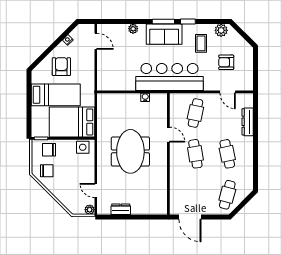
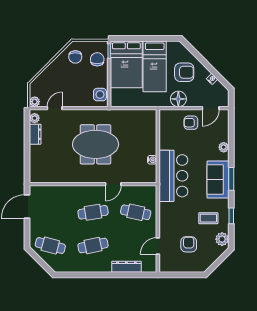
window: (188, 21) -> (231, 216), moved
armchair: (110, 60) -> (191, 123), added
floor lamp: (87, 72) -> (178, 99), added
bar counter: (169, 77) -> (173, 176), width x0.73
bed: (72, 122) -> (126, 64), moved, turned 180
plant: (105, 210) -> (35, 118), added

